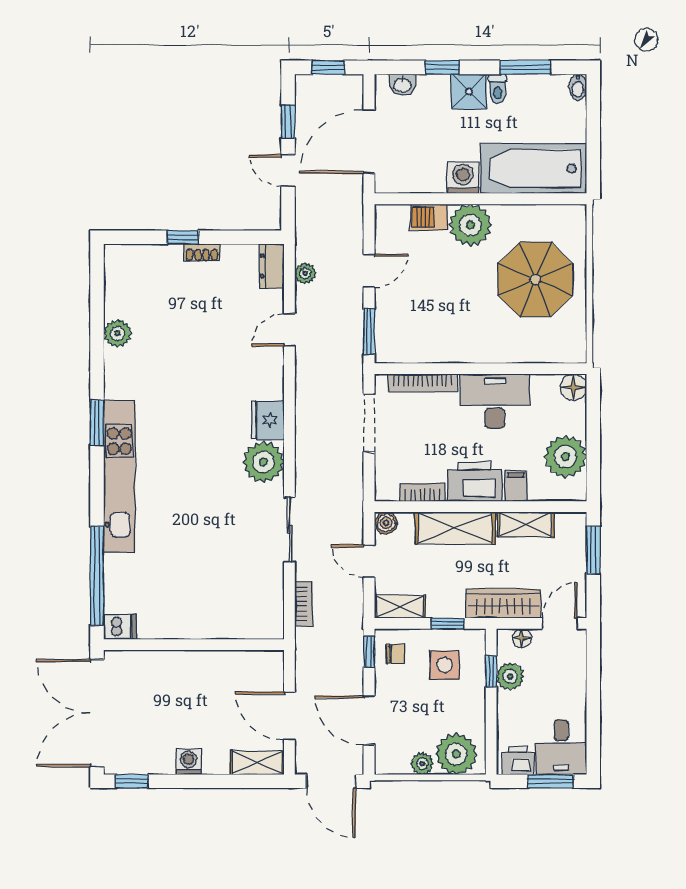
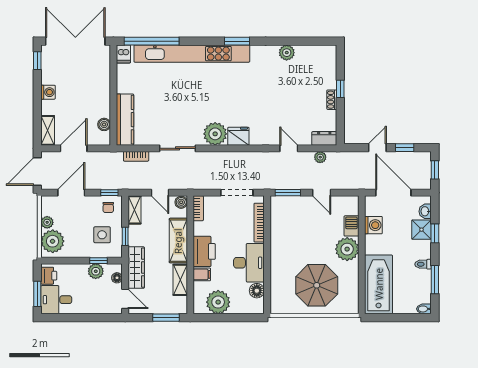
shower: (469, 91) -> (421, 230), moved
washing machine: (463, 178) -> (373, 225), moved
floor lamp: (573, 387) -> (257, 291), moved
kitchen unit: (119, 476) -> (192, 54), width x1.36
bookcase: (422, 492) -> (198, 208), moved
door: (369, 561) -> (160, 193), swing flipped
kitchen counter: (238, 624) -> (125, 120), added
boiler: (247, 661) -> (104, 124), added

